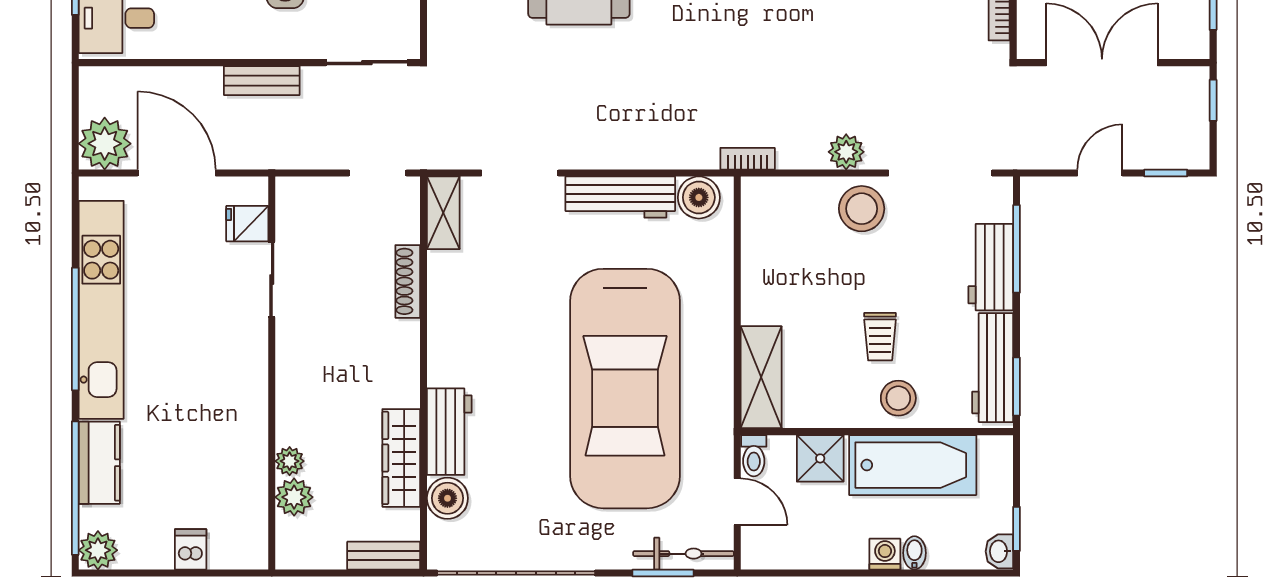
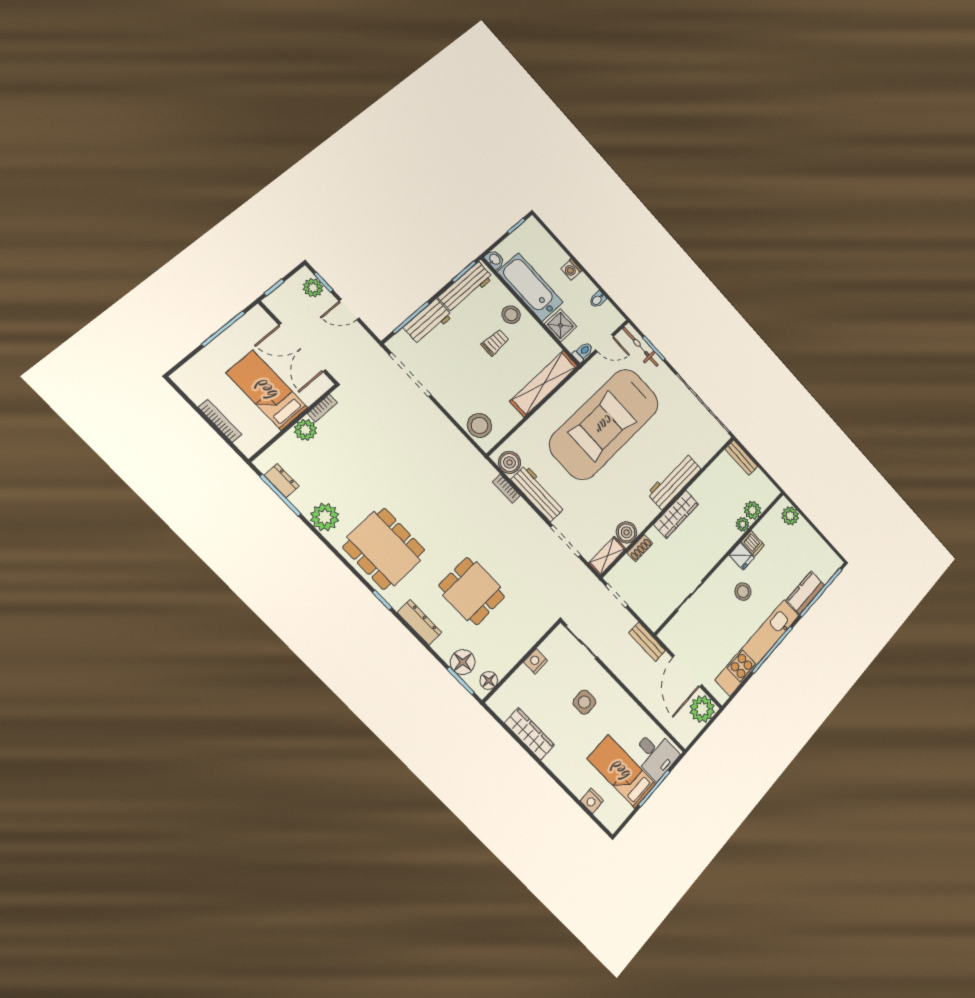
bench: (262, 81) -> (647, 642), moved
plant: (846, 152) -> (313, 288), moved
bookcase: (748, 159) -> (506, 489), moved
stool: (862, 209) -> (480, 425), moved
fridge: (247, 224) -> (742, 556), moved
shoe rack: (408, 281) -> (640, 548), width x0.70
stool: (198, 366) -> (743, 592), added
shelving: (761, 377) -> (544, 383), width x1.47
car: (625, 389) -> (605, 424), turned 180
workbench: (449, 432) -> (674, 481), width x1.38
wardrobe: (401, 458) -> (676, 514), moved
boiler: (447, 498) -> (627, 532), moved
door: (737, 502) -> (604, 343), swing flipped
dishwasher: (191, 549) -> (753, 543), moved, turned -90
plant: (98, 550) -> (790, 516), moved
washbasin: (999, 551) -> (495, 260), moved, turned -90
bidet: (914, 553) -> (598, 300), moved

